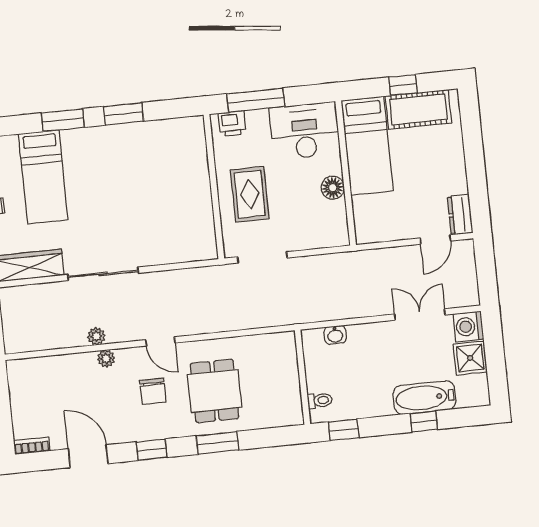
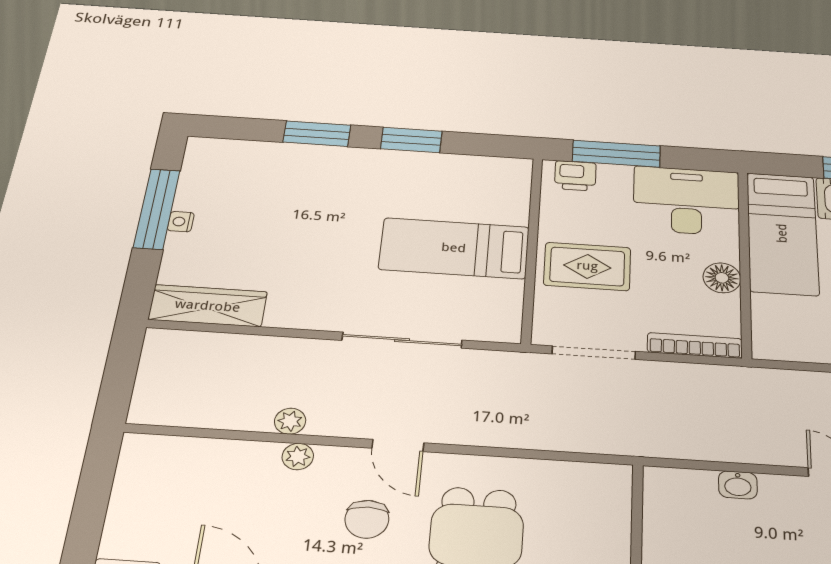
bed: (43, 177) -> (454, 248), moved, turned 90
rug: (250, 194) -> (587, 266), turned 90
bookcase: (321, 241) -> (695, 345), added
sliding door: (103, 274) -> (402, 340), moved
washbasin: (335, 335) -> (738, 485), moved

